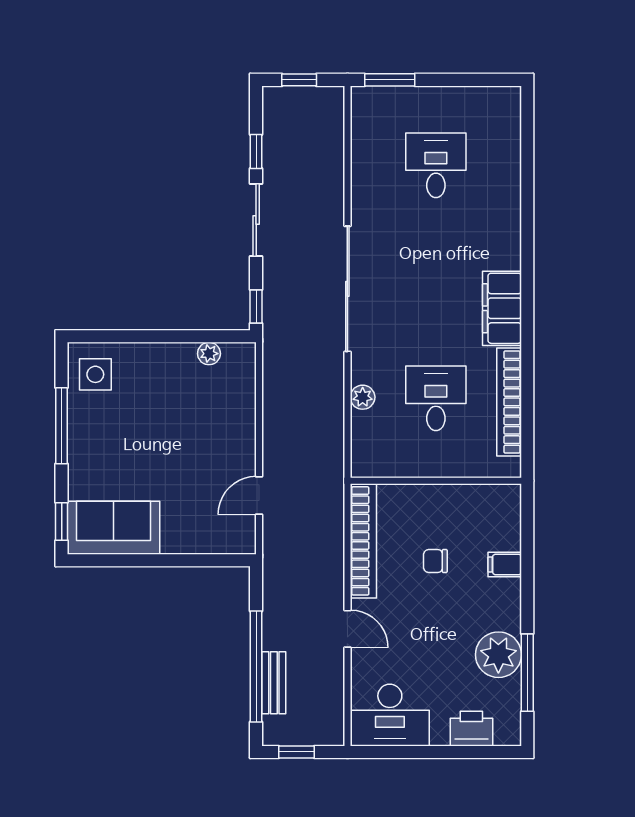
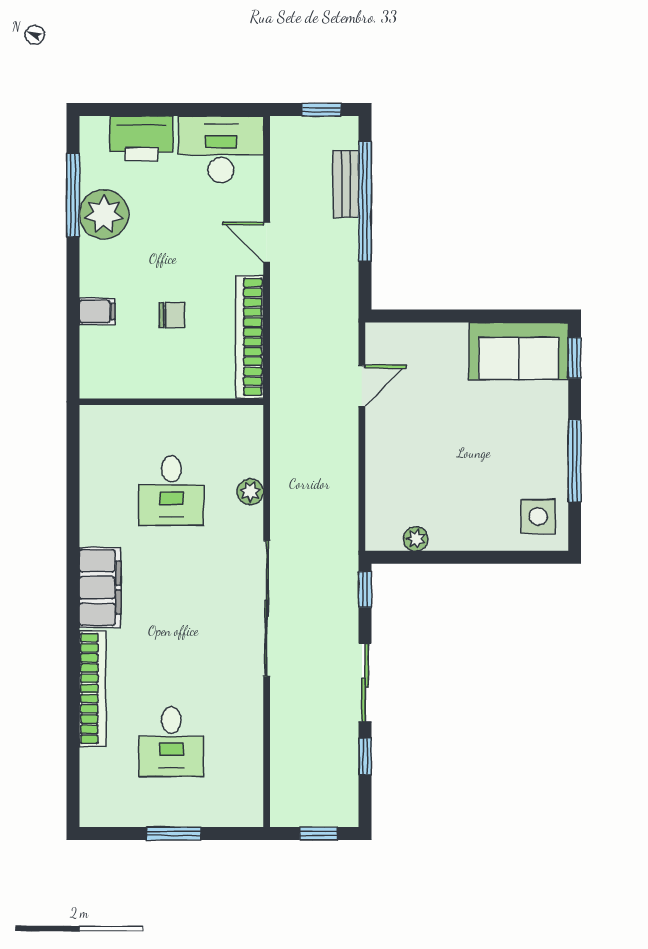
window: (390, 80) -> (174, 834), moved
bookcase: (509, 402) -> (92, 688), moved
printer: (471, 729) -> (142, 138), width x1.37, depth x1.19

